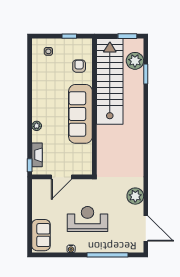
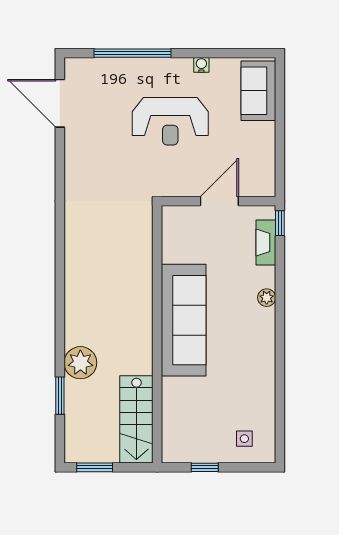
plant: (135, 61) -> (80, 363), moved
armchair: (79, 66) -> (186, 411), removed
stairs: (110, 81) -> (136, 419), width x0.54, depth x0.66
plant: (135, 196) -> (80, 165), removed

